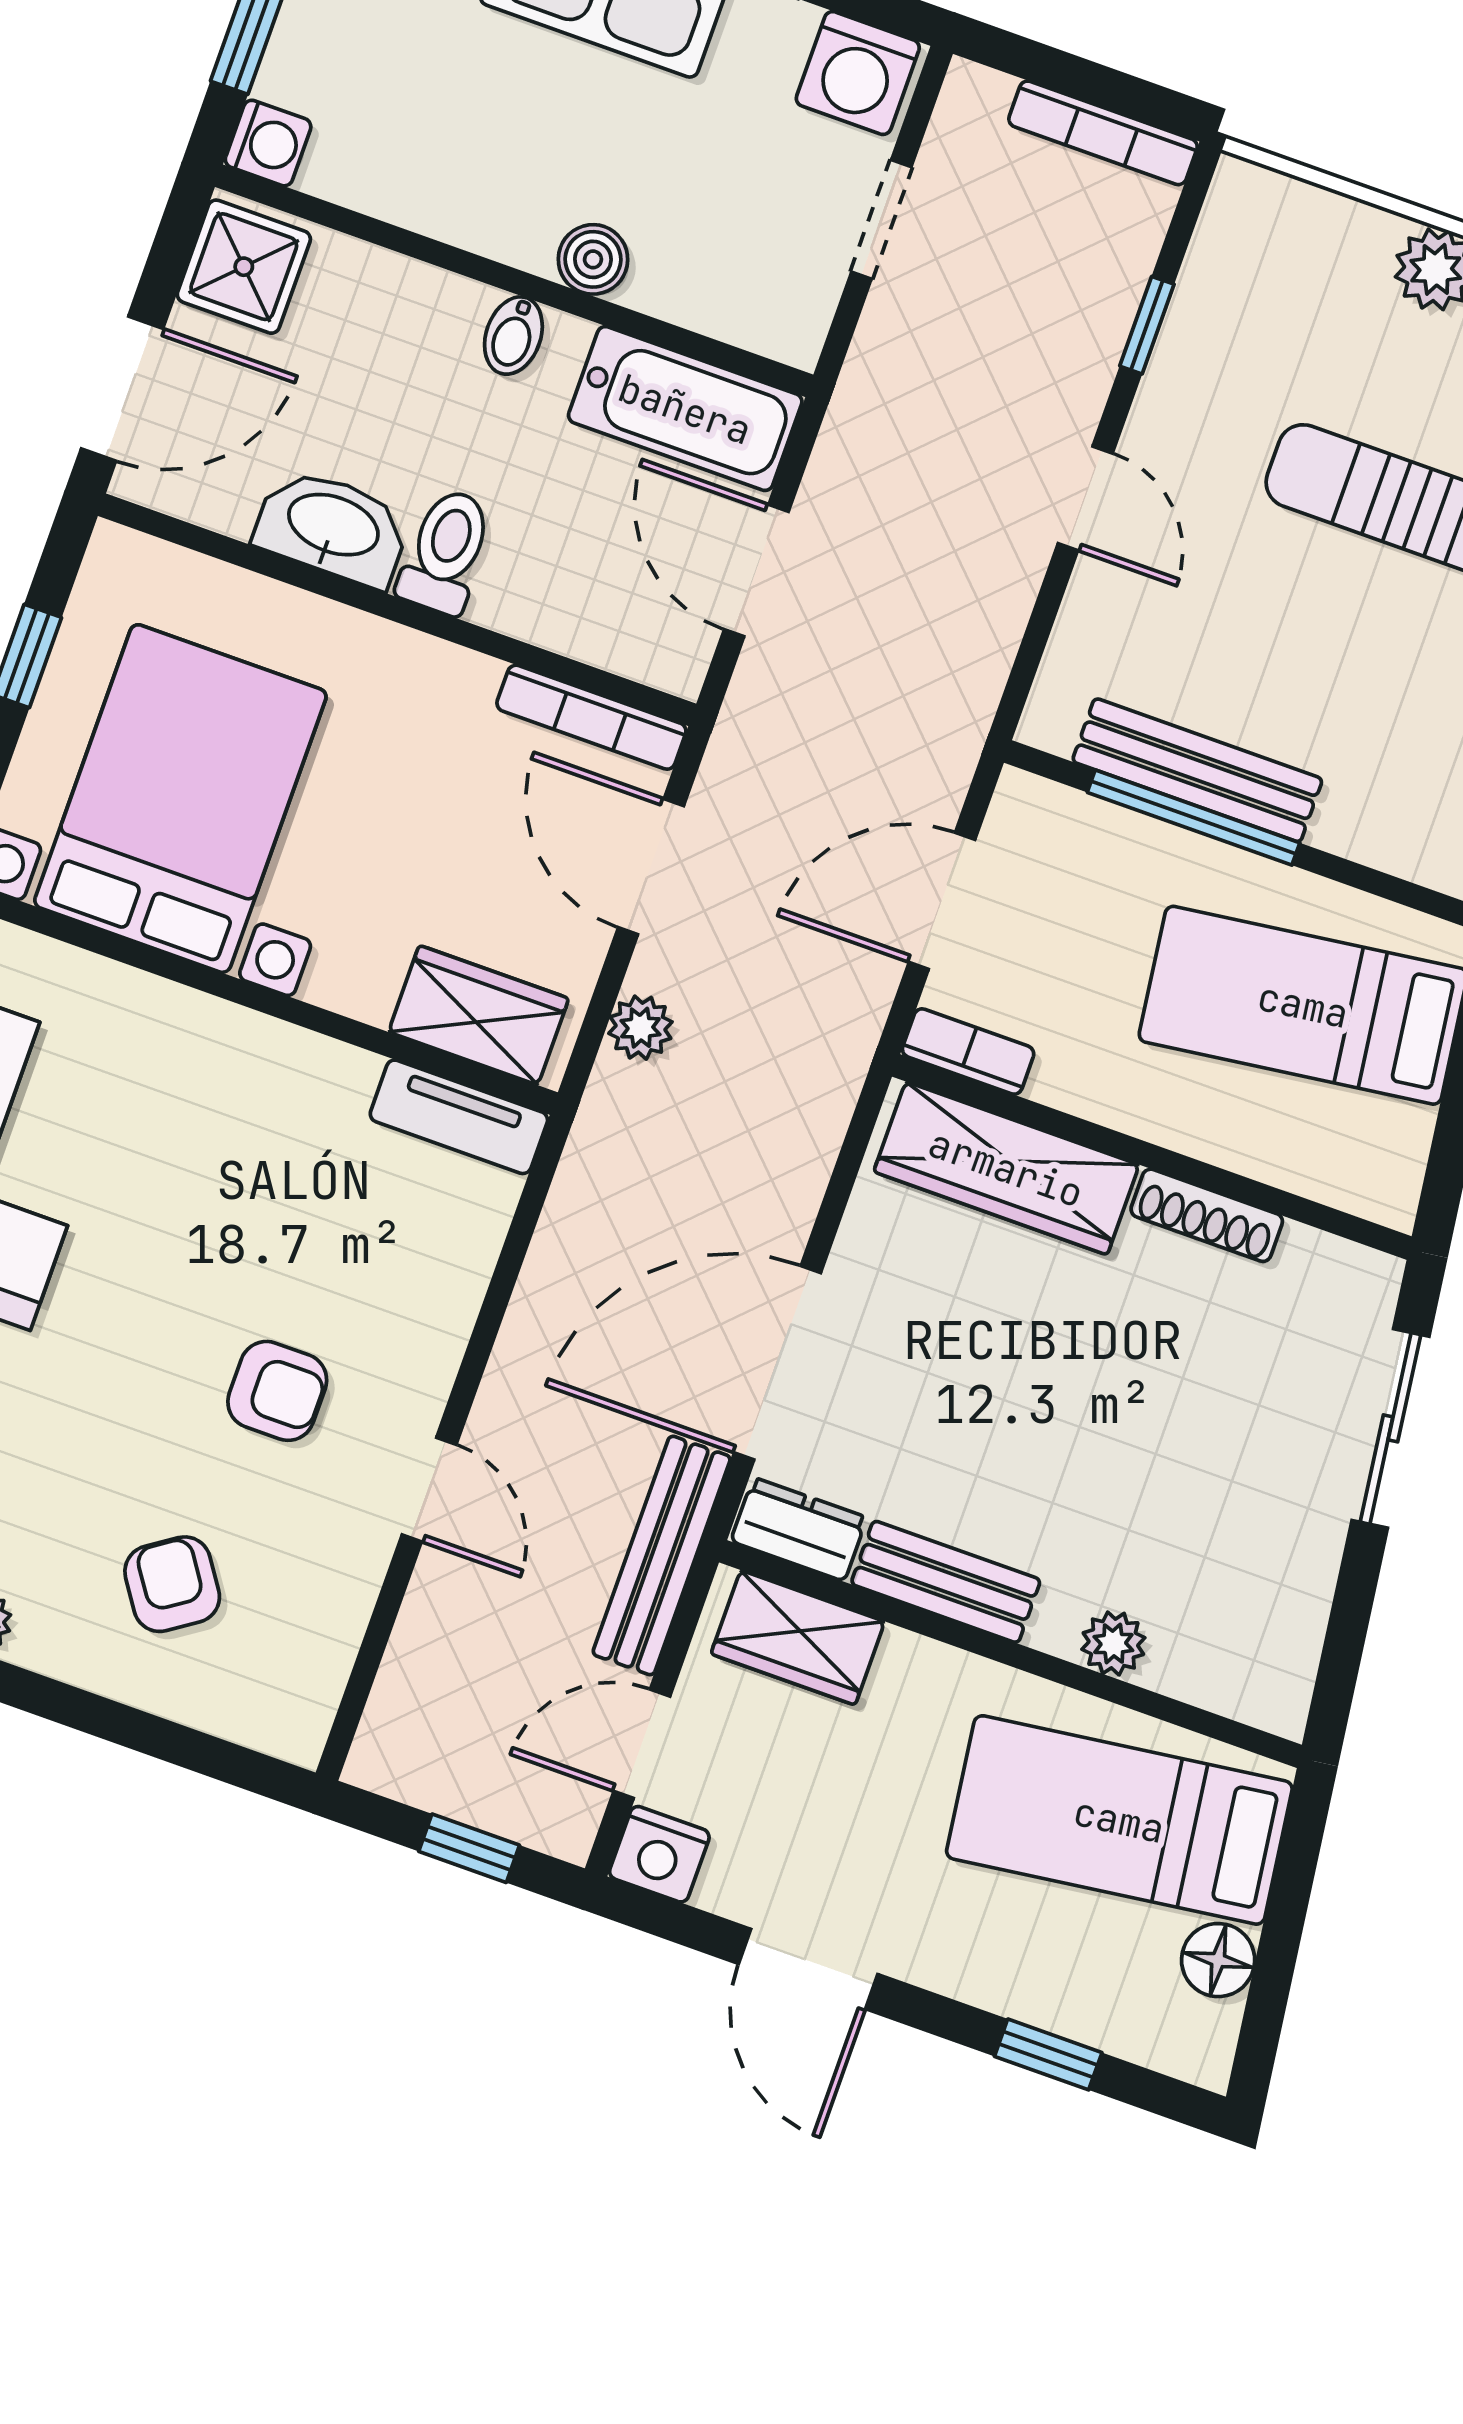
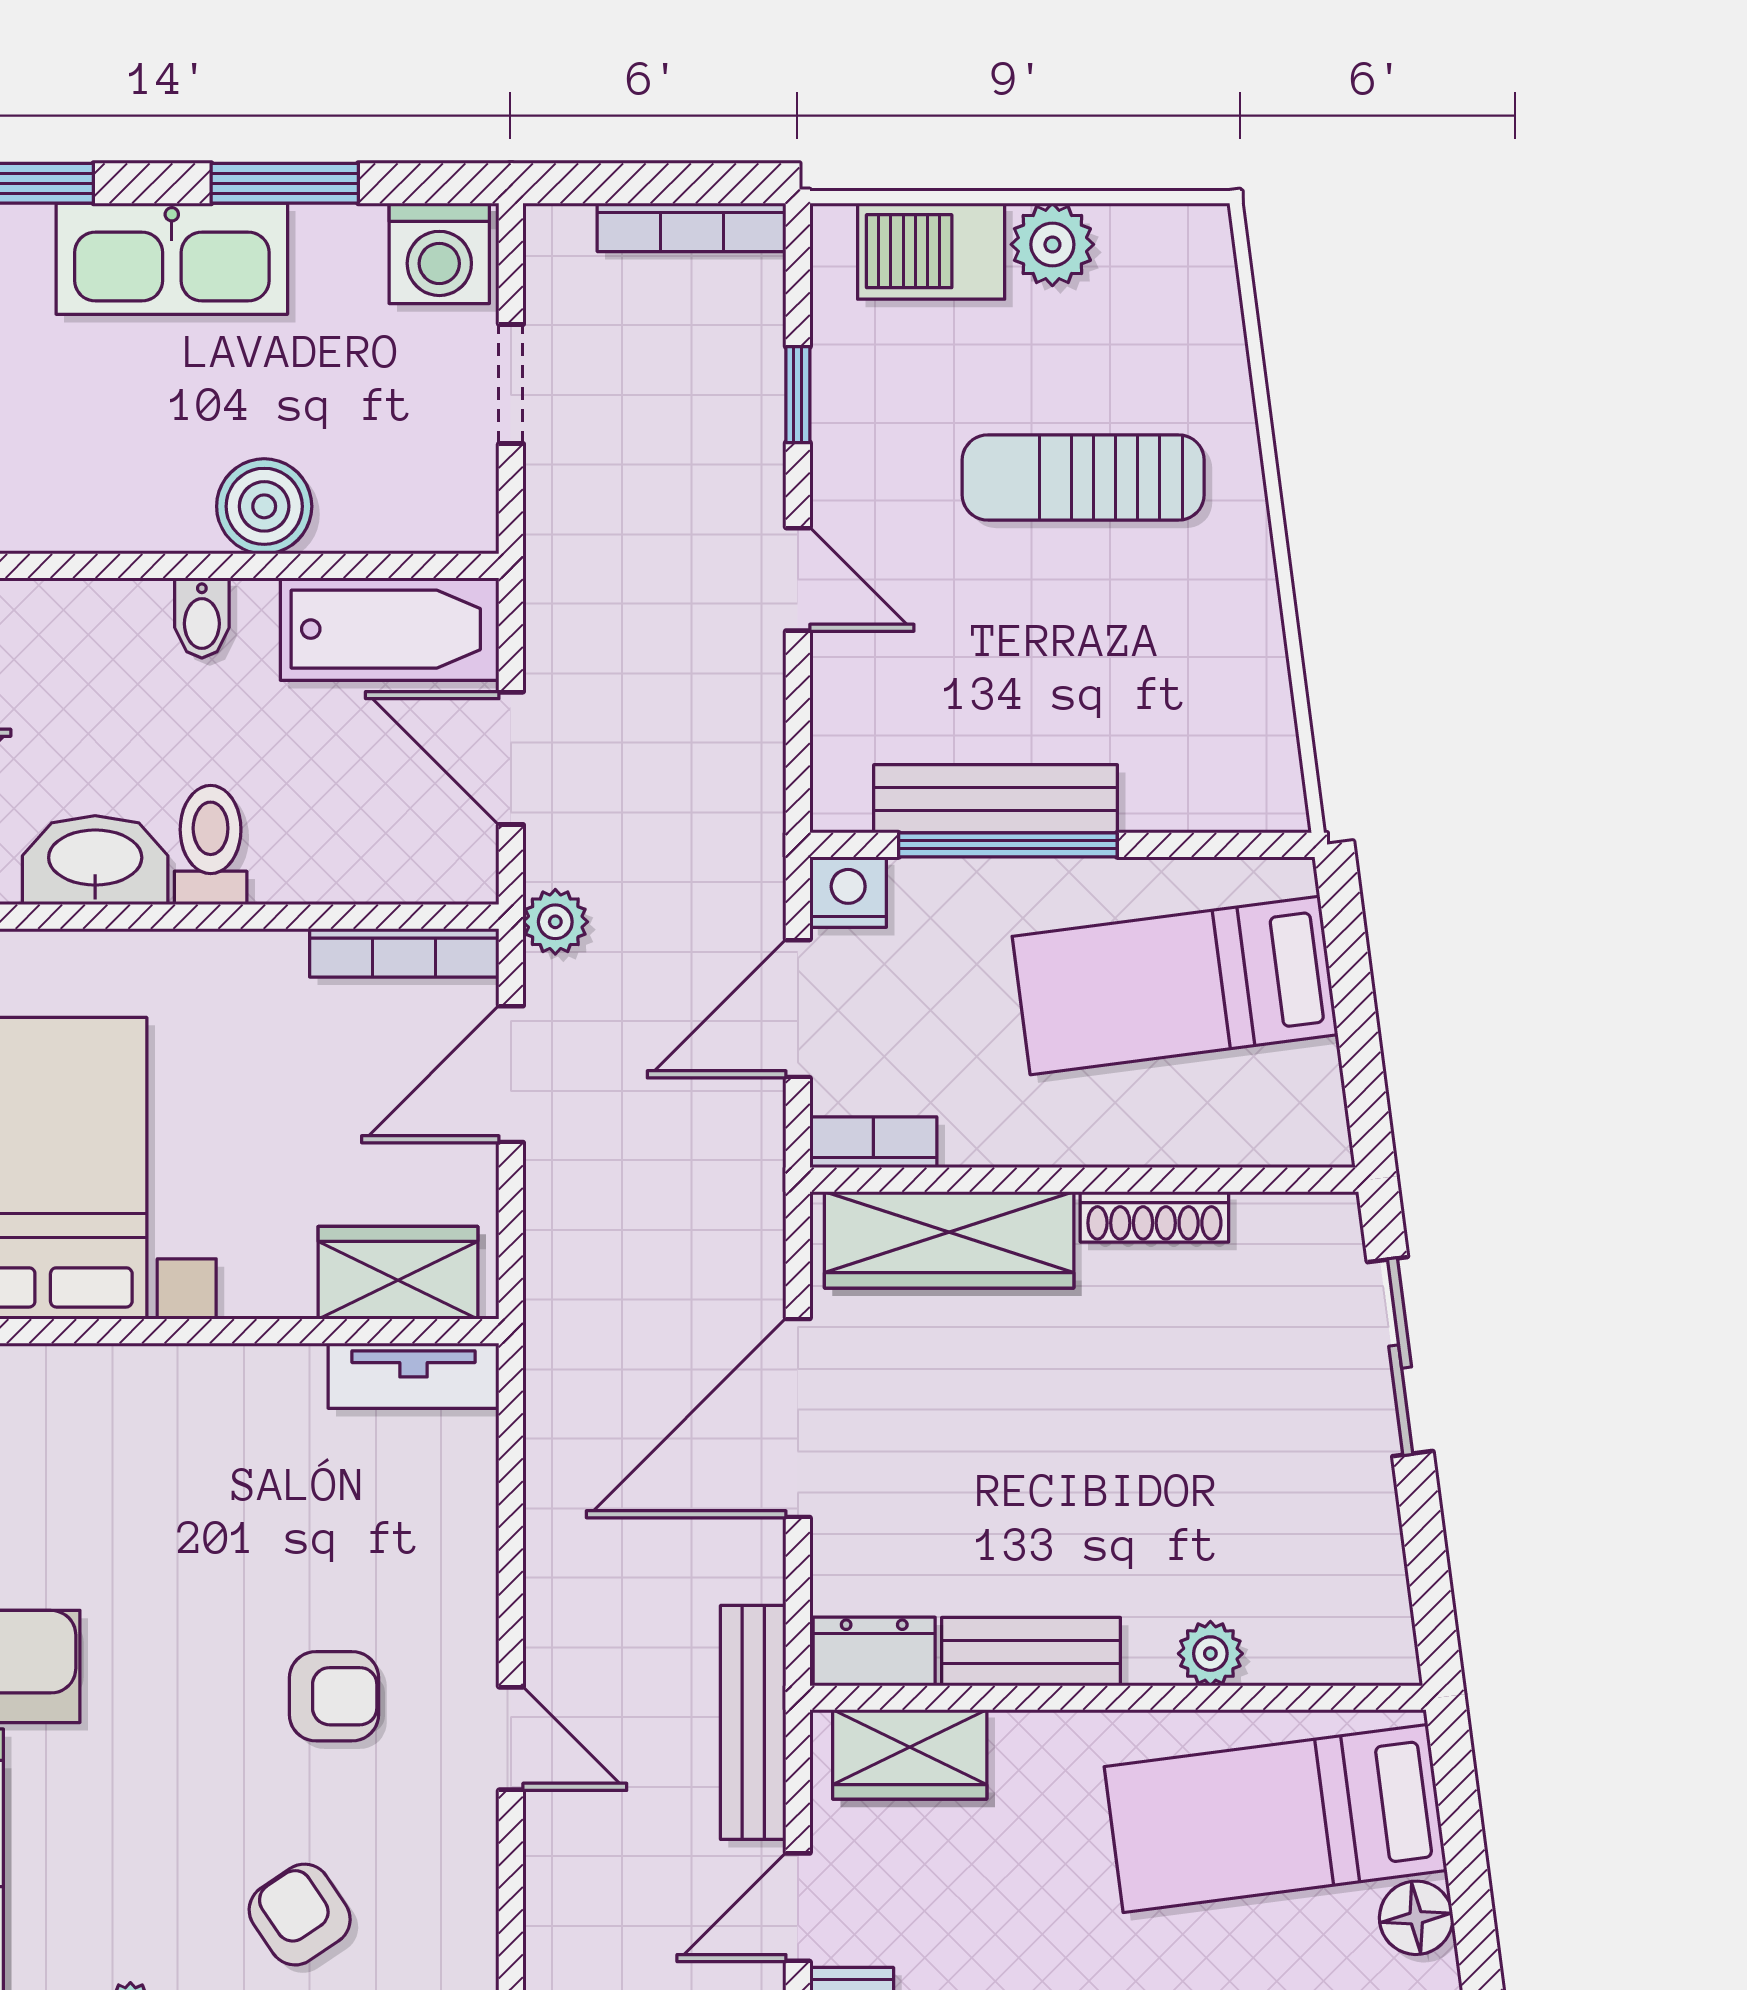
barbecue: (1320, 235) -> (931, 251), added
boiler: (593, 259) -> (264, 506), width x1.36, depth x1.36
nightstand: (1028, 808) -> (848, 892), added
door: (651, 867) -> (511, 1074), hinge flipped
plant: (640, 1028) -> (555, 922), moved
door: (778, 1363) -> (798, 1418), moved

